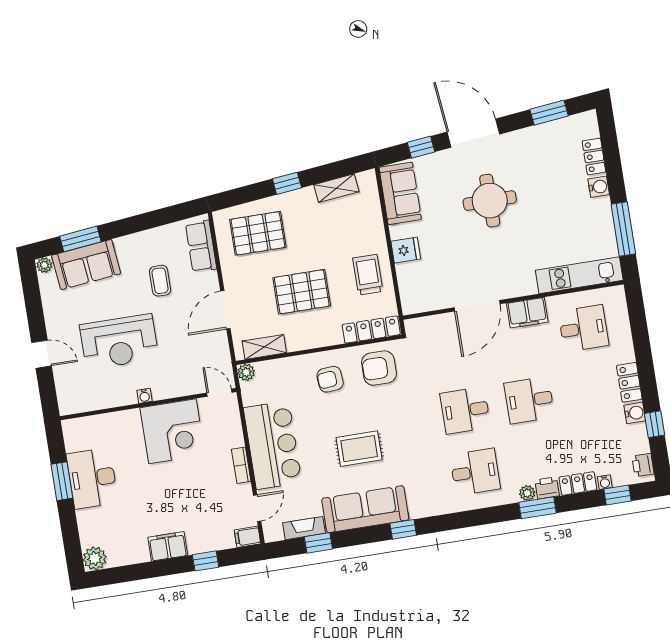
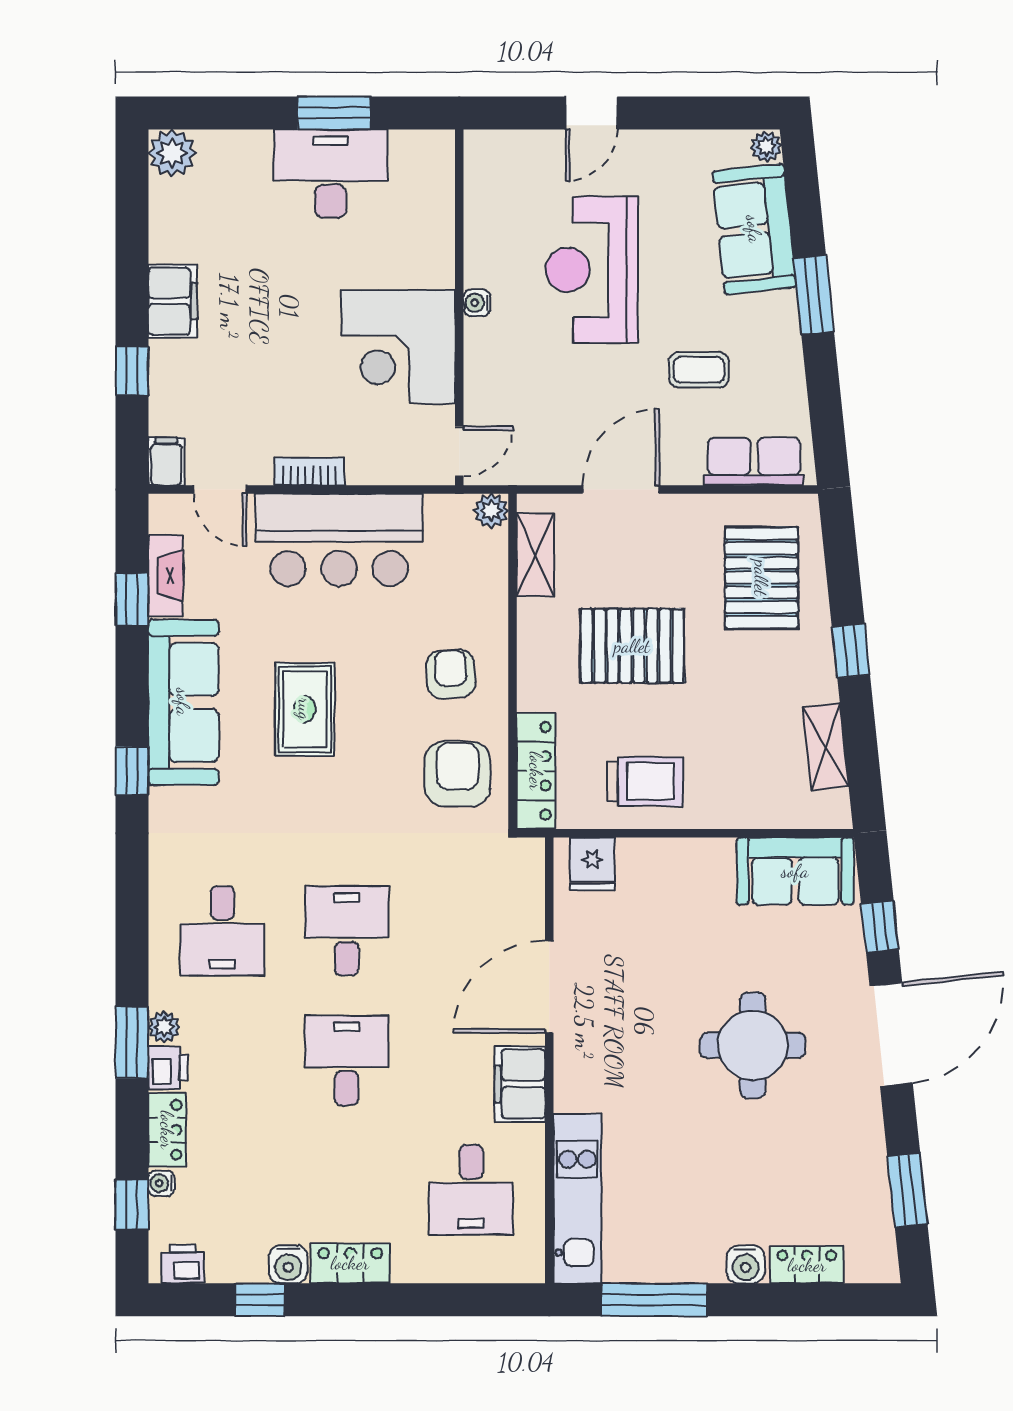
window: (80, 239) -> (814, 295), moved
fridge: (406, 250) -> (592, 864), moved
pallet: (302, 292) -> (632, 646), turned 90
door: (477, 306) -> (549, 987), hinge flipped
door: (225, 310) -> (621, 489), hinge flipped

